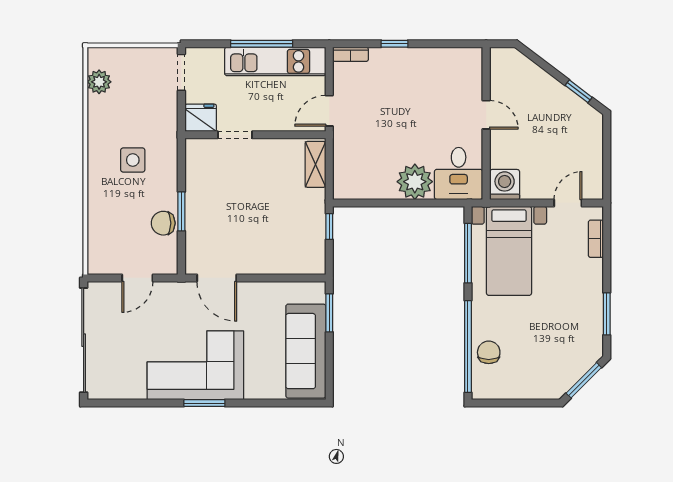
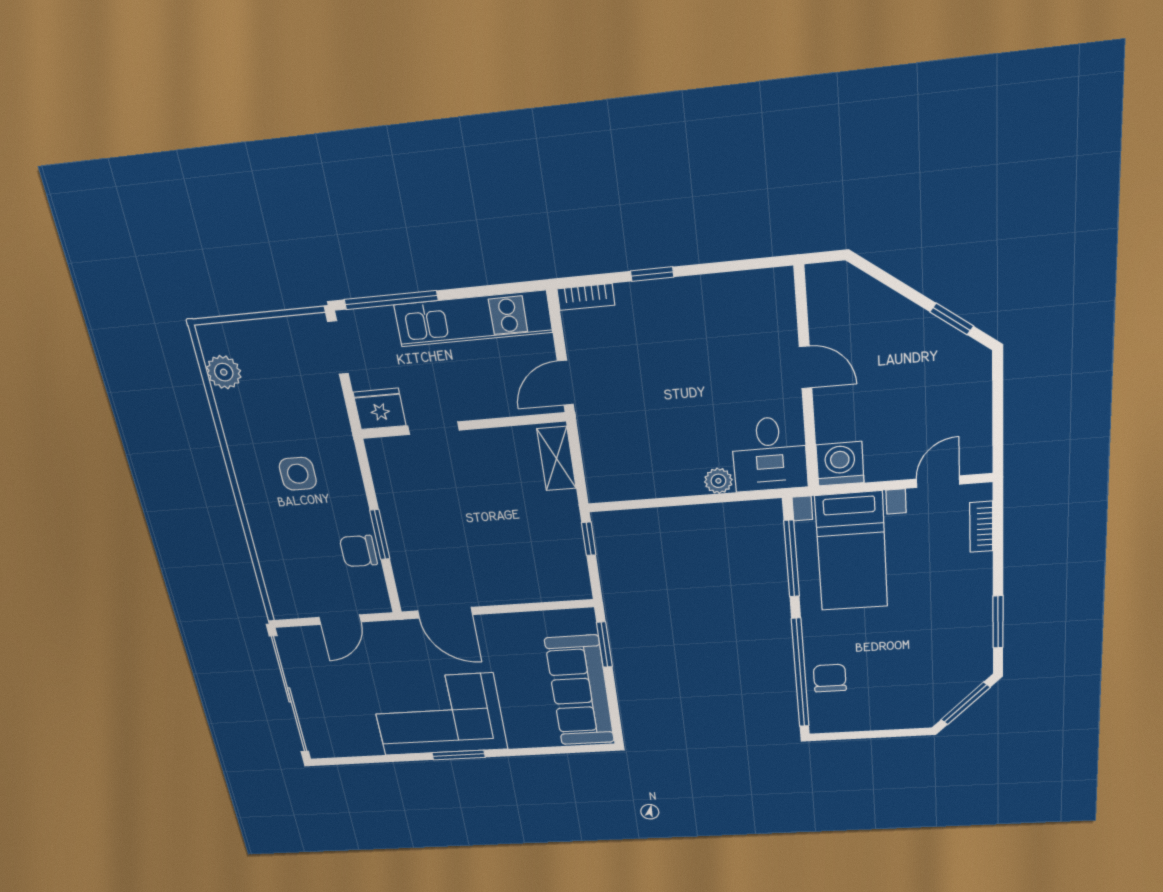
window: (262, 44) -> (391, 300), moved
plant: (415, 182) -> (718, 481), width x0.53, depth x0.53

